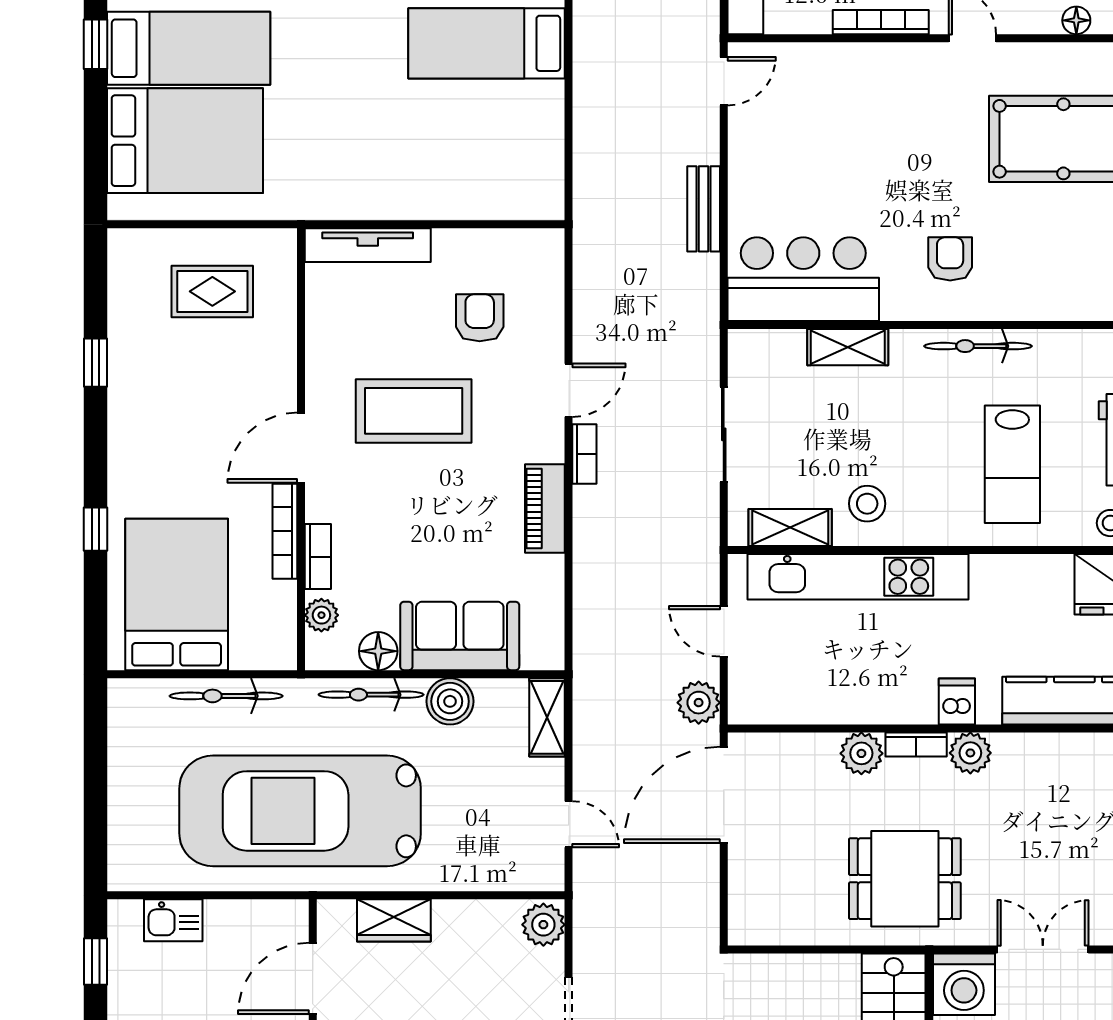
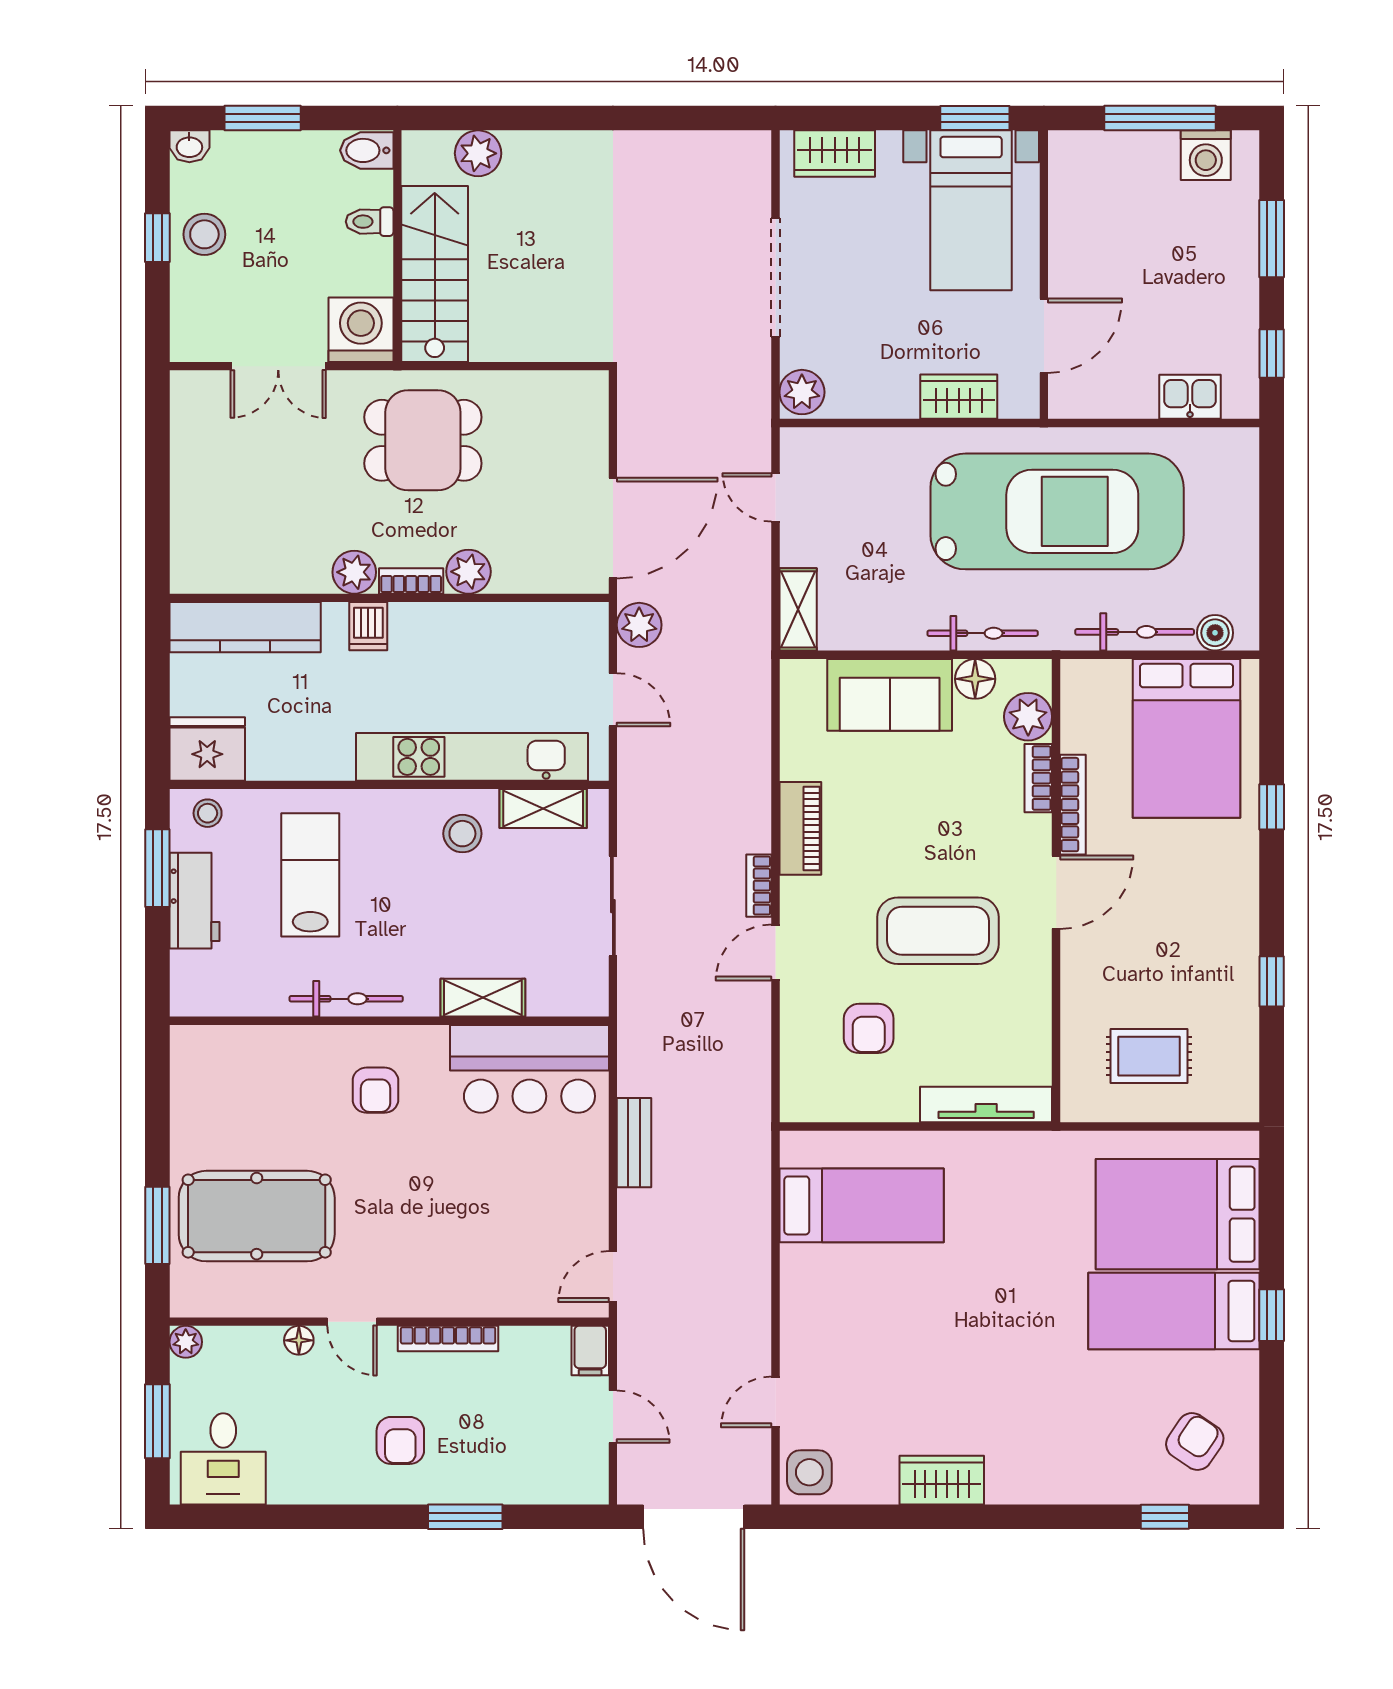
floor lamp: (1076, 20) -> (299, 1340), moved
bed: (486, 43) -> (862, 1205), moved
plant: (321, 615) -> (1028, 717), width x1.38, depth x1.38
boiler: (450, 701) -> (1215, 633), moved, width x0.73, depth x0.73

